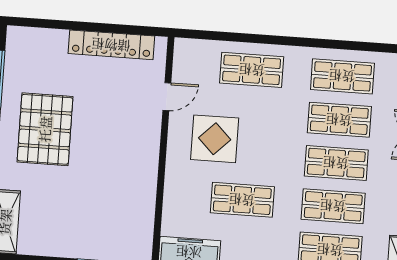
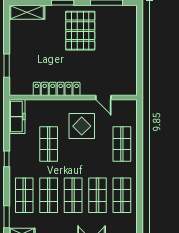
locker: (111, 45) -> (57, 89), moved, turned 90
pallet: (45, 129) -> (80, 31), turned 90

